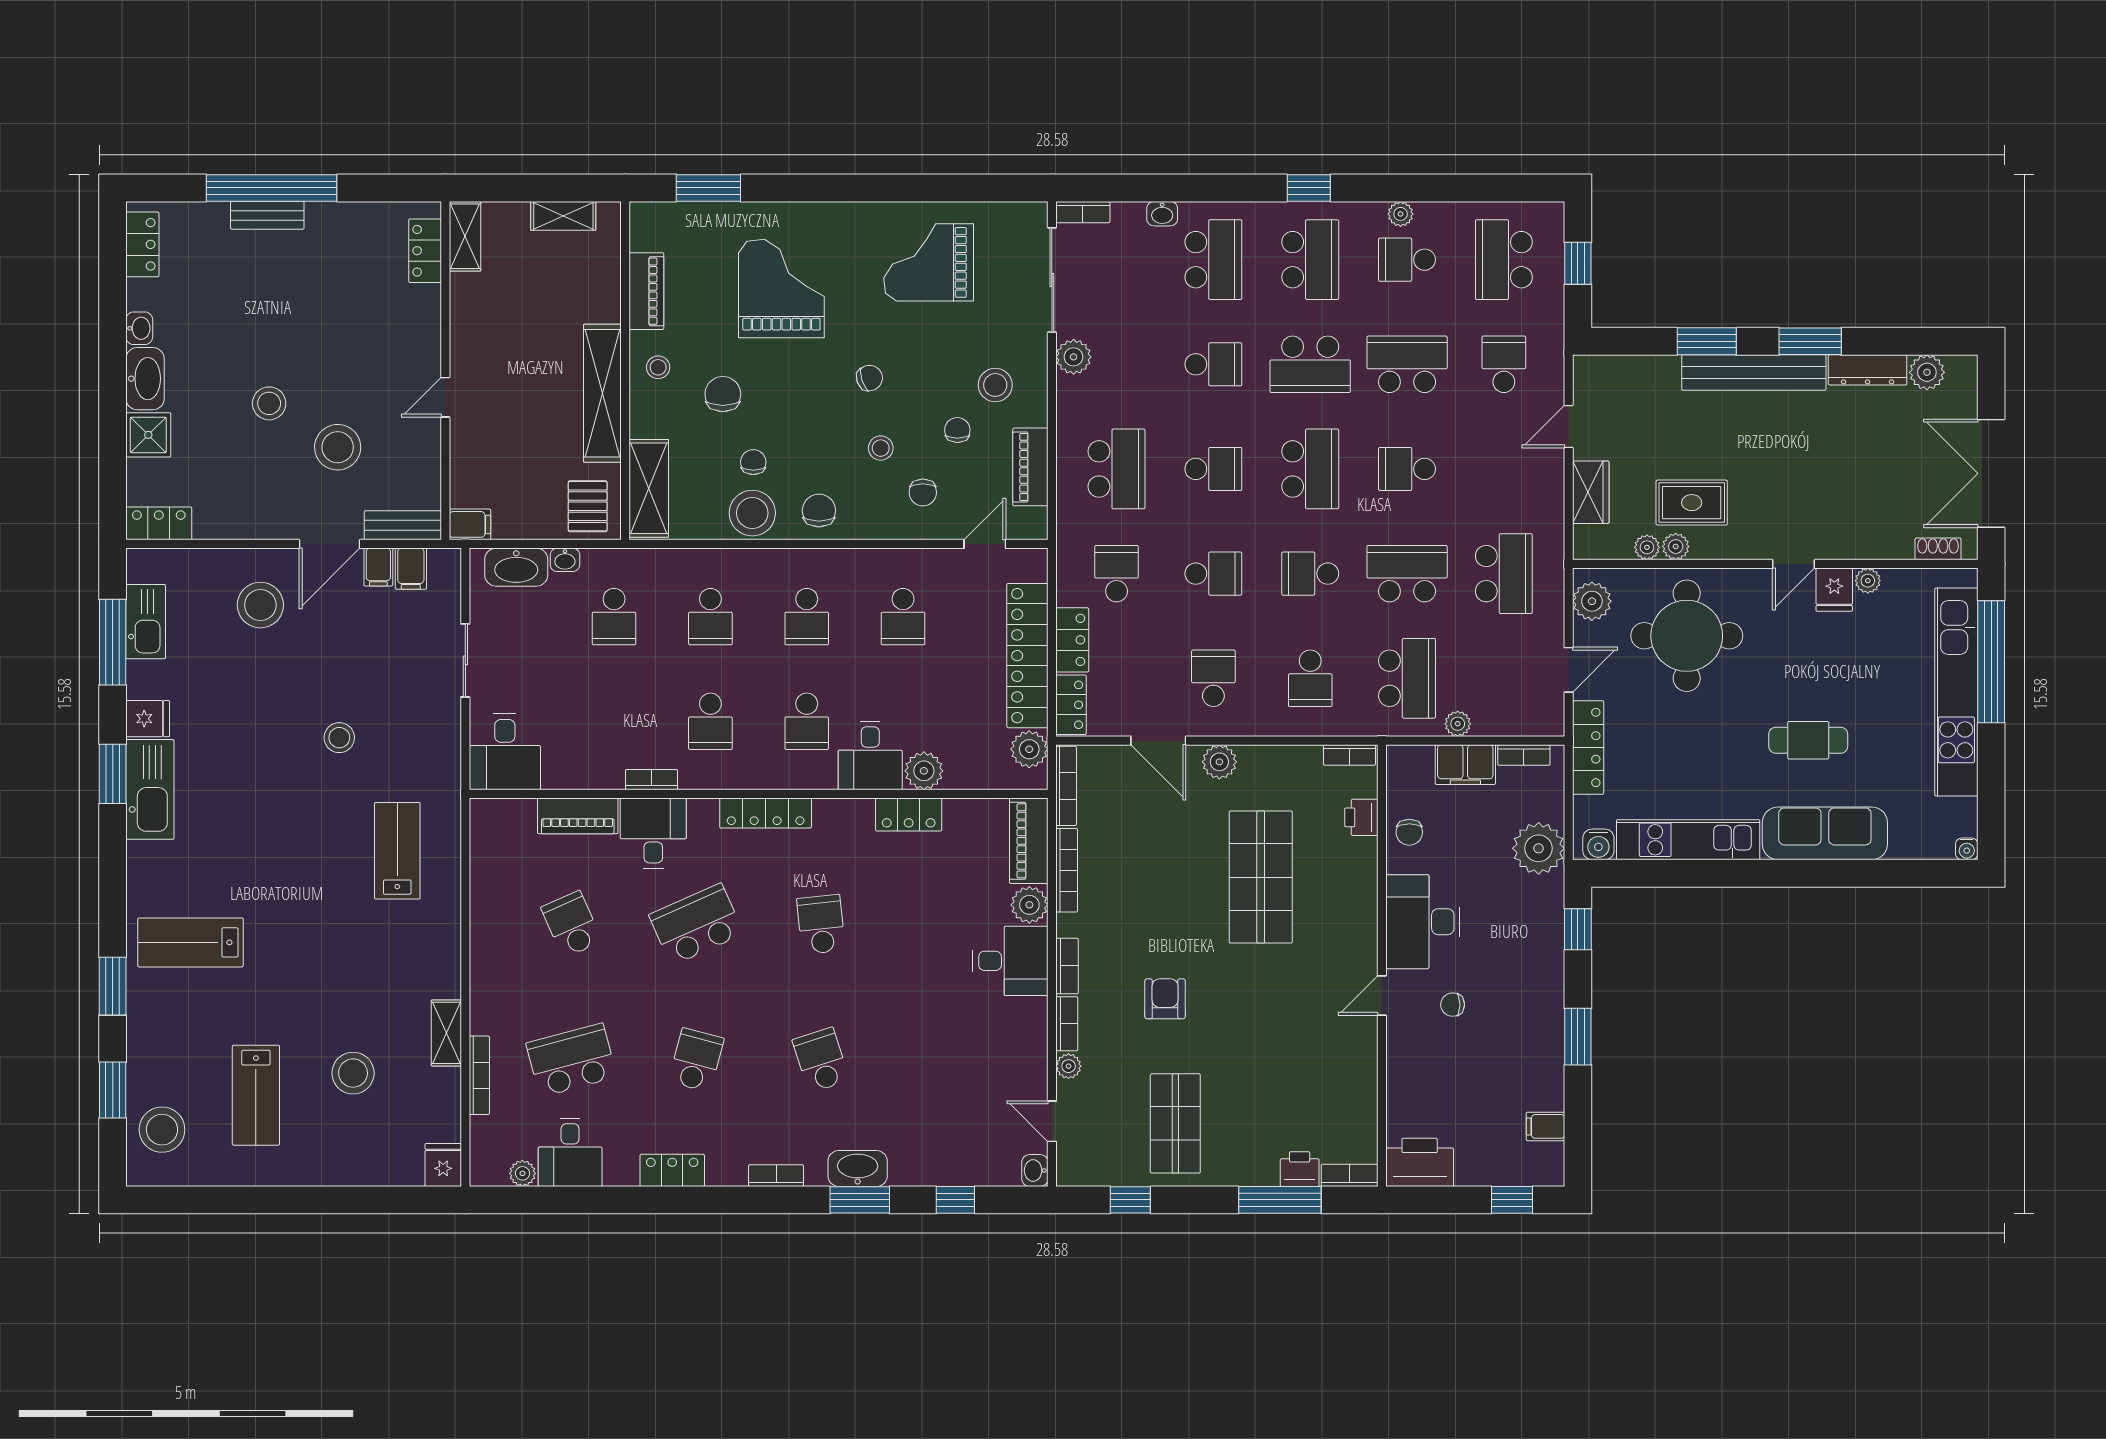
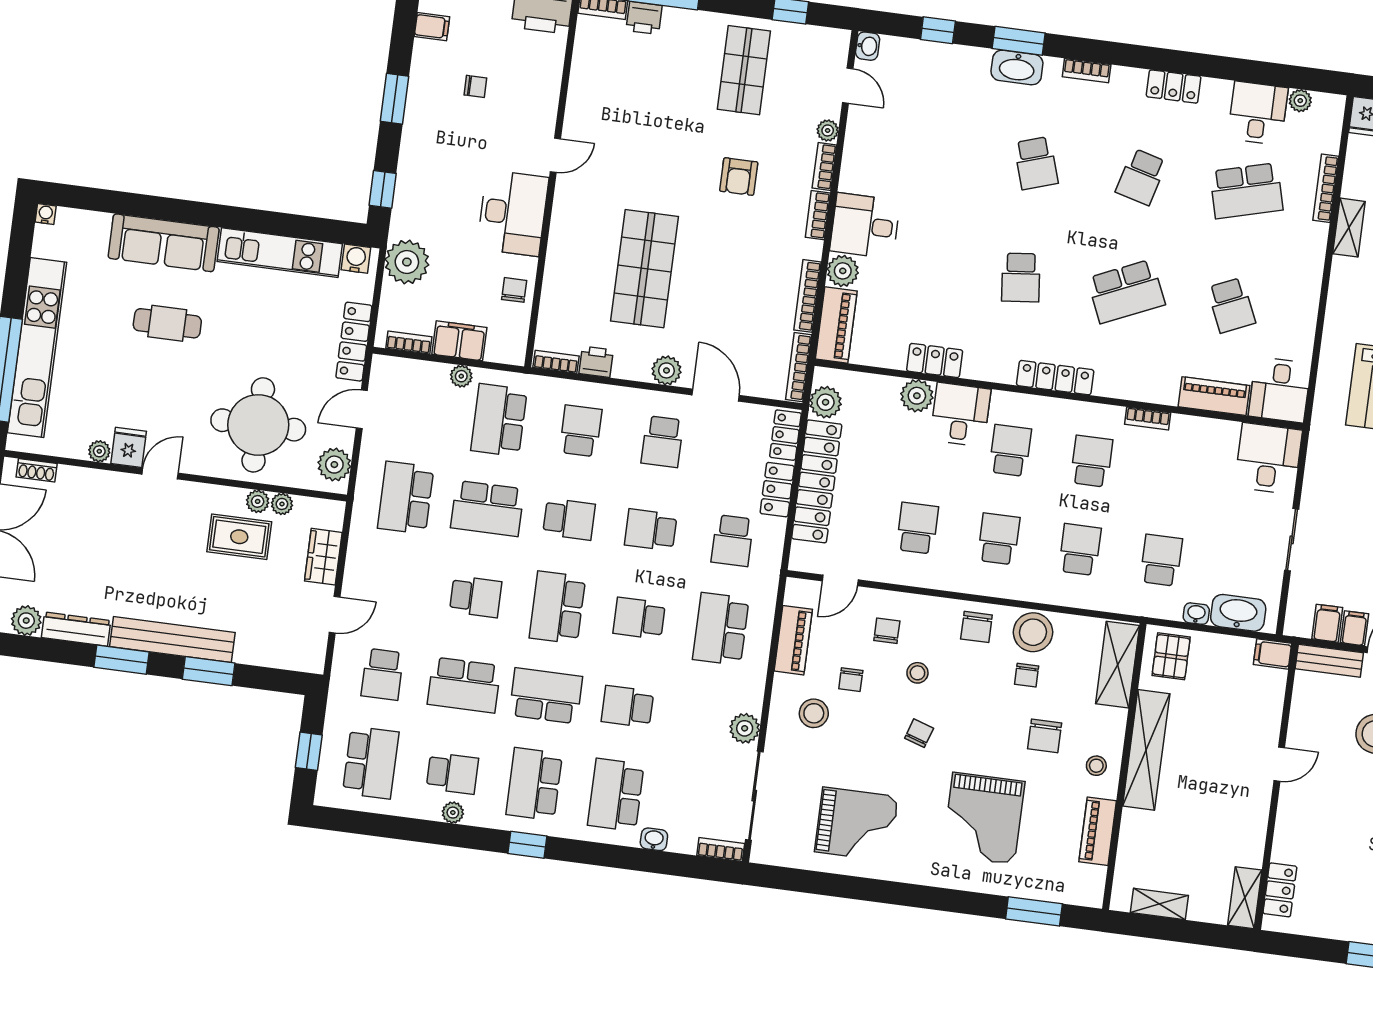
chair: (870, 378) -> (919, 733), turned 127
printer: (1361, 817) -> (596, 362), moved, turned -90
desk: (653, 833) -> (1280, 390), moved
chair: (1453, 1005) -> (475, 86), moved

